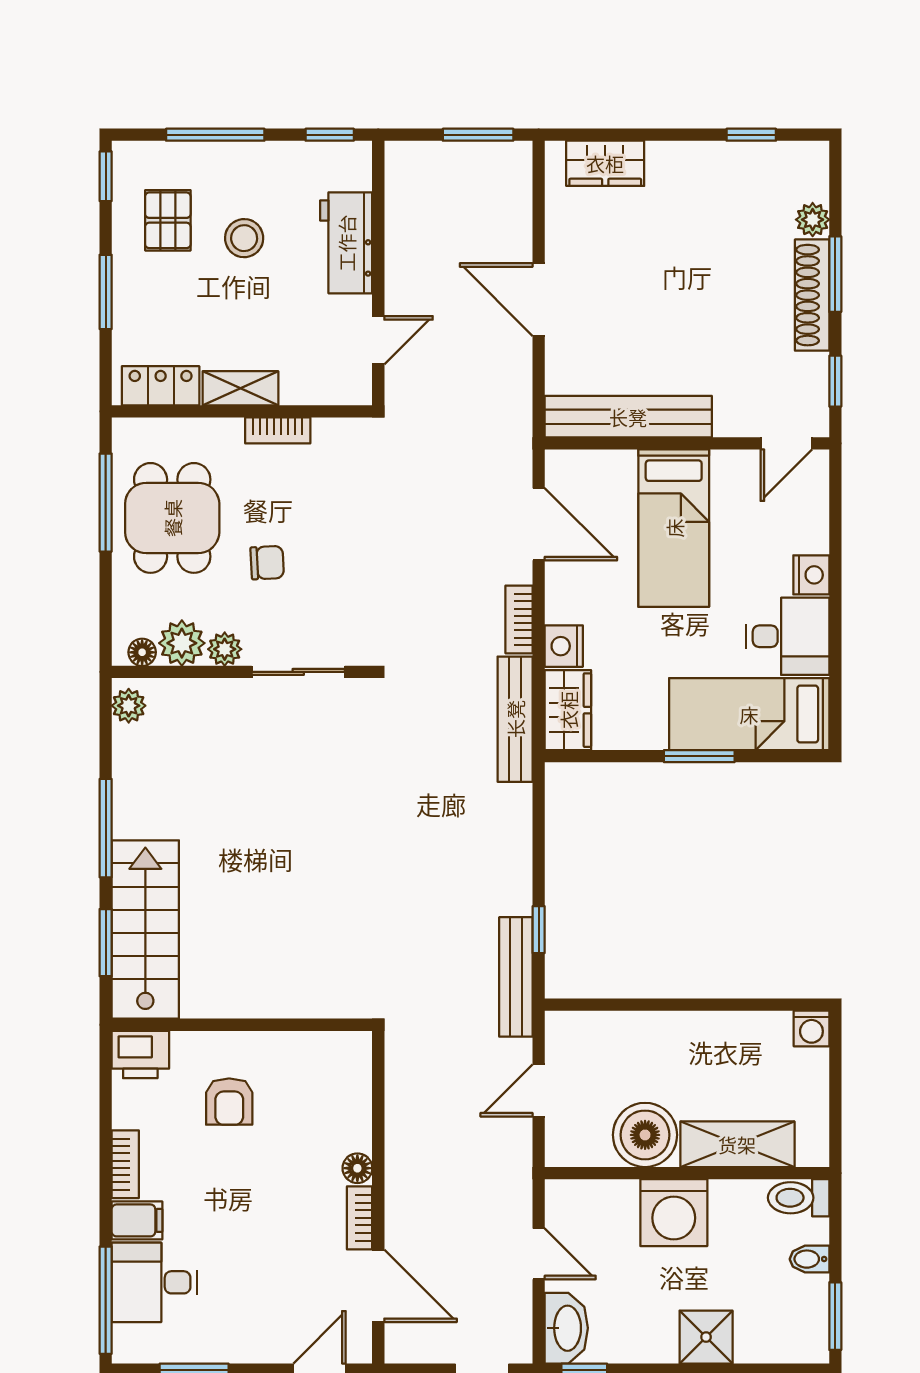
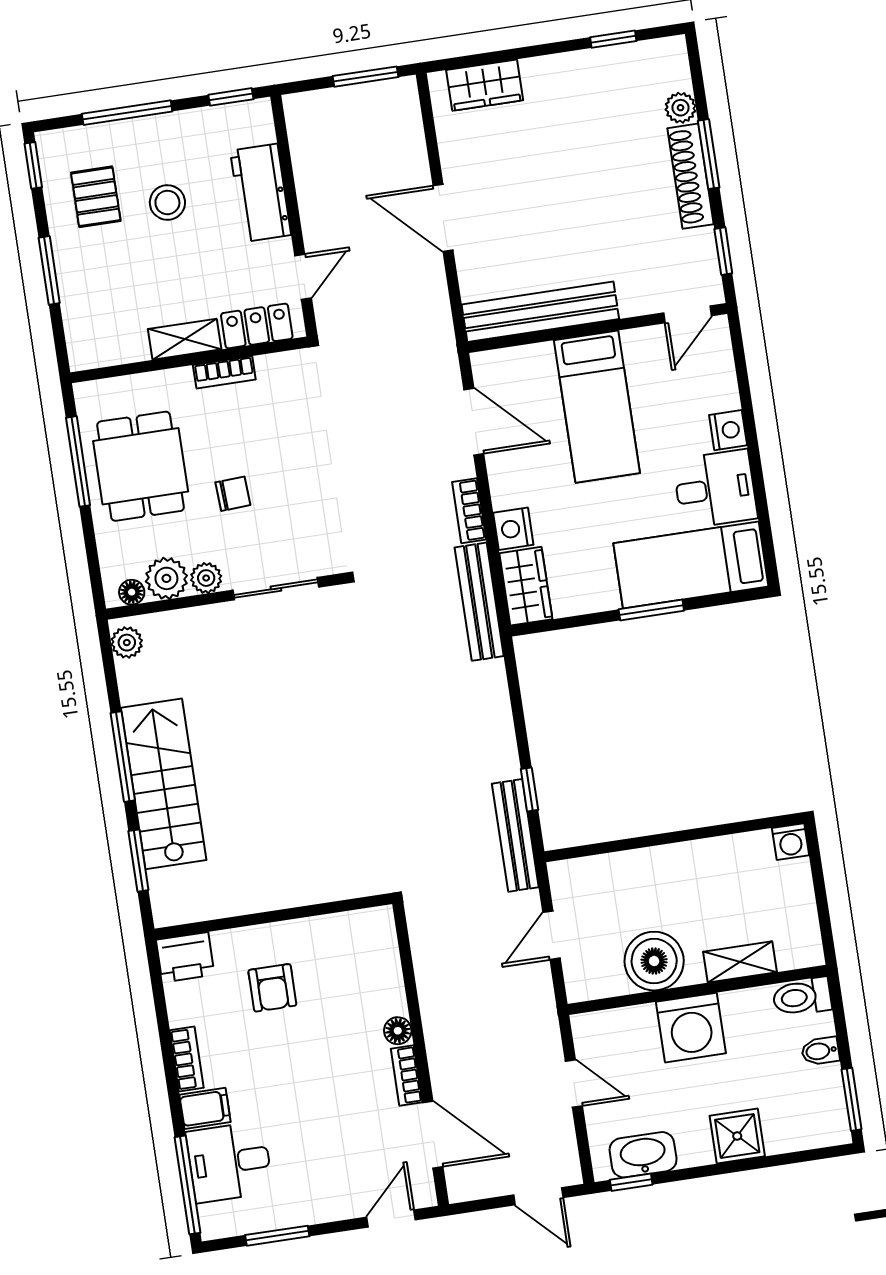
locker: (161, 386) -> (257, 326), moved
stairs: (145, 930) -> (164, 784), moved
shelving: (737, 1144) -> (740, 962), width x0.67, depth x0.75
washbasin: (566, 1328) -> (643, 1155), moved, turned -90

